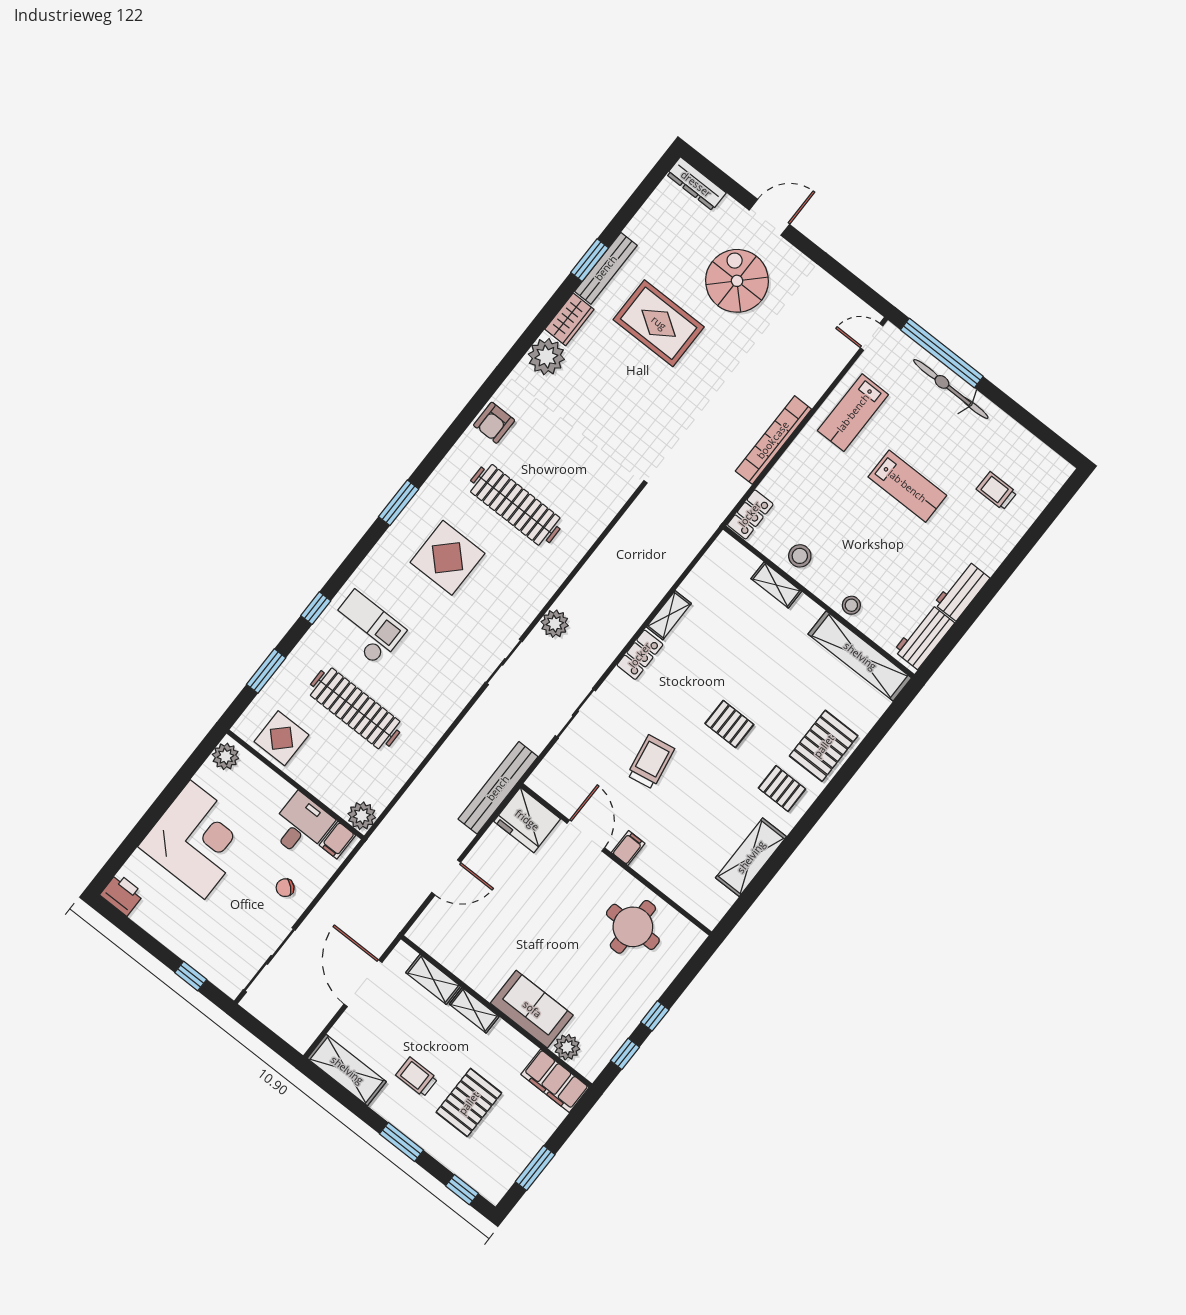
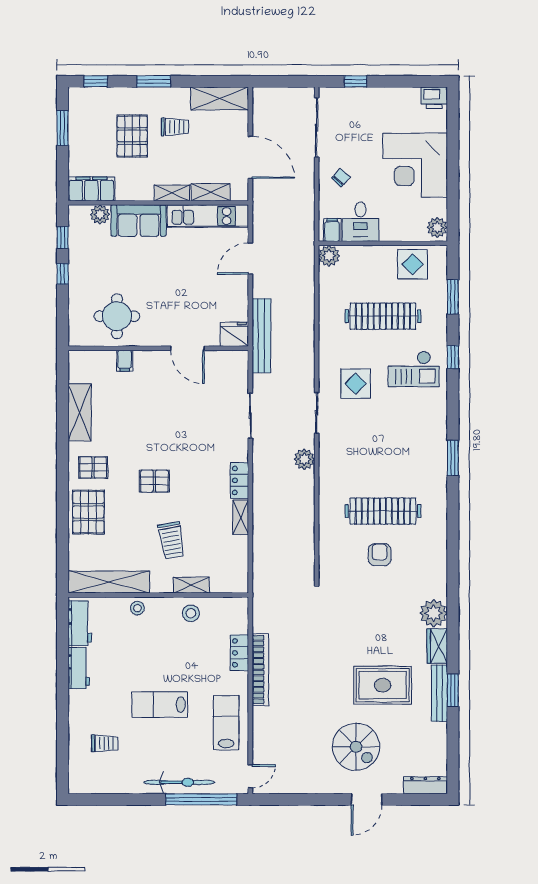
armchair: (494, 423) -> (380, 555), moved
locker: (750, 514) -> (239, 653), moved
display table: (447, 558) -> (356, 384), moved, width x0.73, depth x0.73
trolley: (651, 762) -> (171, 540), moved
fridge: (527, 820) -> (234, 334), width x0.73, depth x0.75
filing cabinet: (628, 848) -> (125, 361), moved
kitchen unit: (456, 957) -> (208, 216), added

